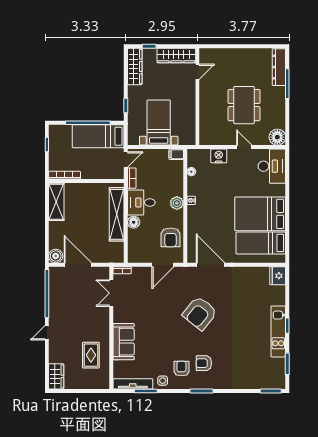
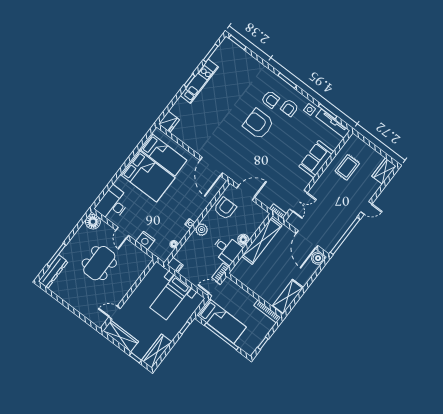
shelving: (117, 214) -> (262, 241), moved
armchair: (200, 313) -> (258, 124), moved, turned -129

